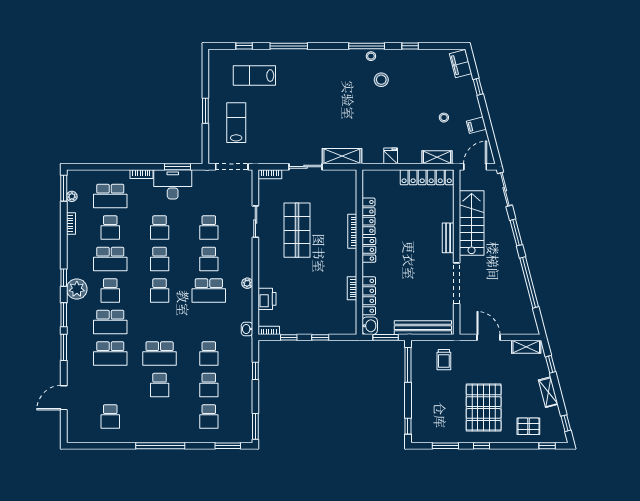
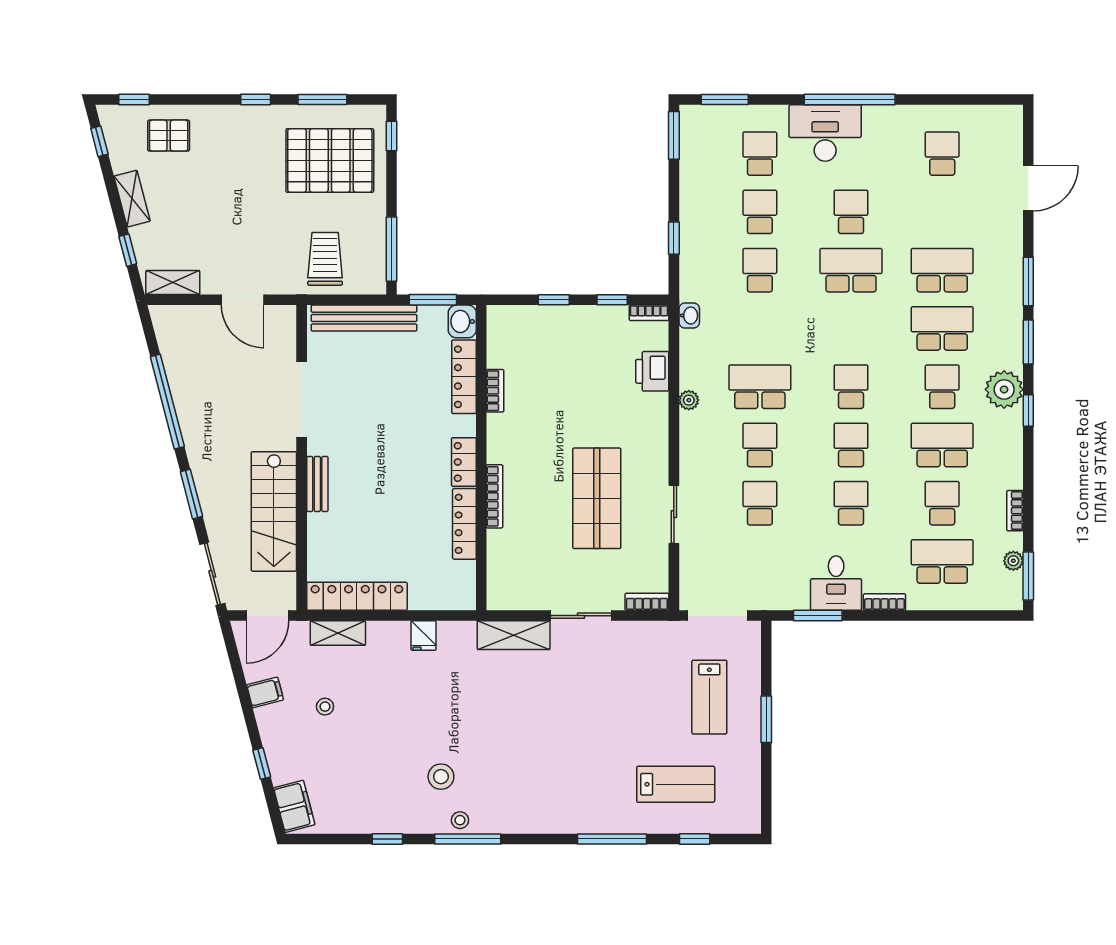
desk: (173, 184) -> (836, 583), width x0.73
trolley: (444, 360) -> (325, 259), width x1.36, depth x1.39
pallet: (484, 408) -> (330, 160), moved, turned 90
desk: (174, 428) -> (825, 133), added

